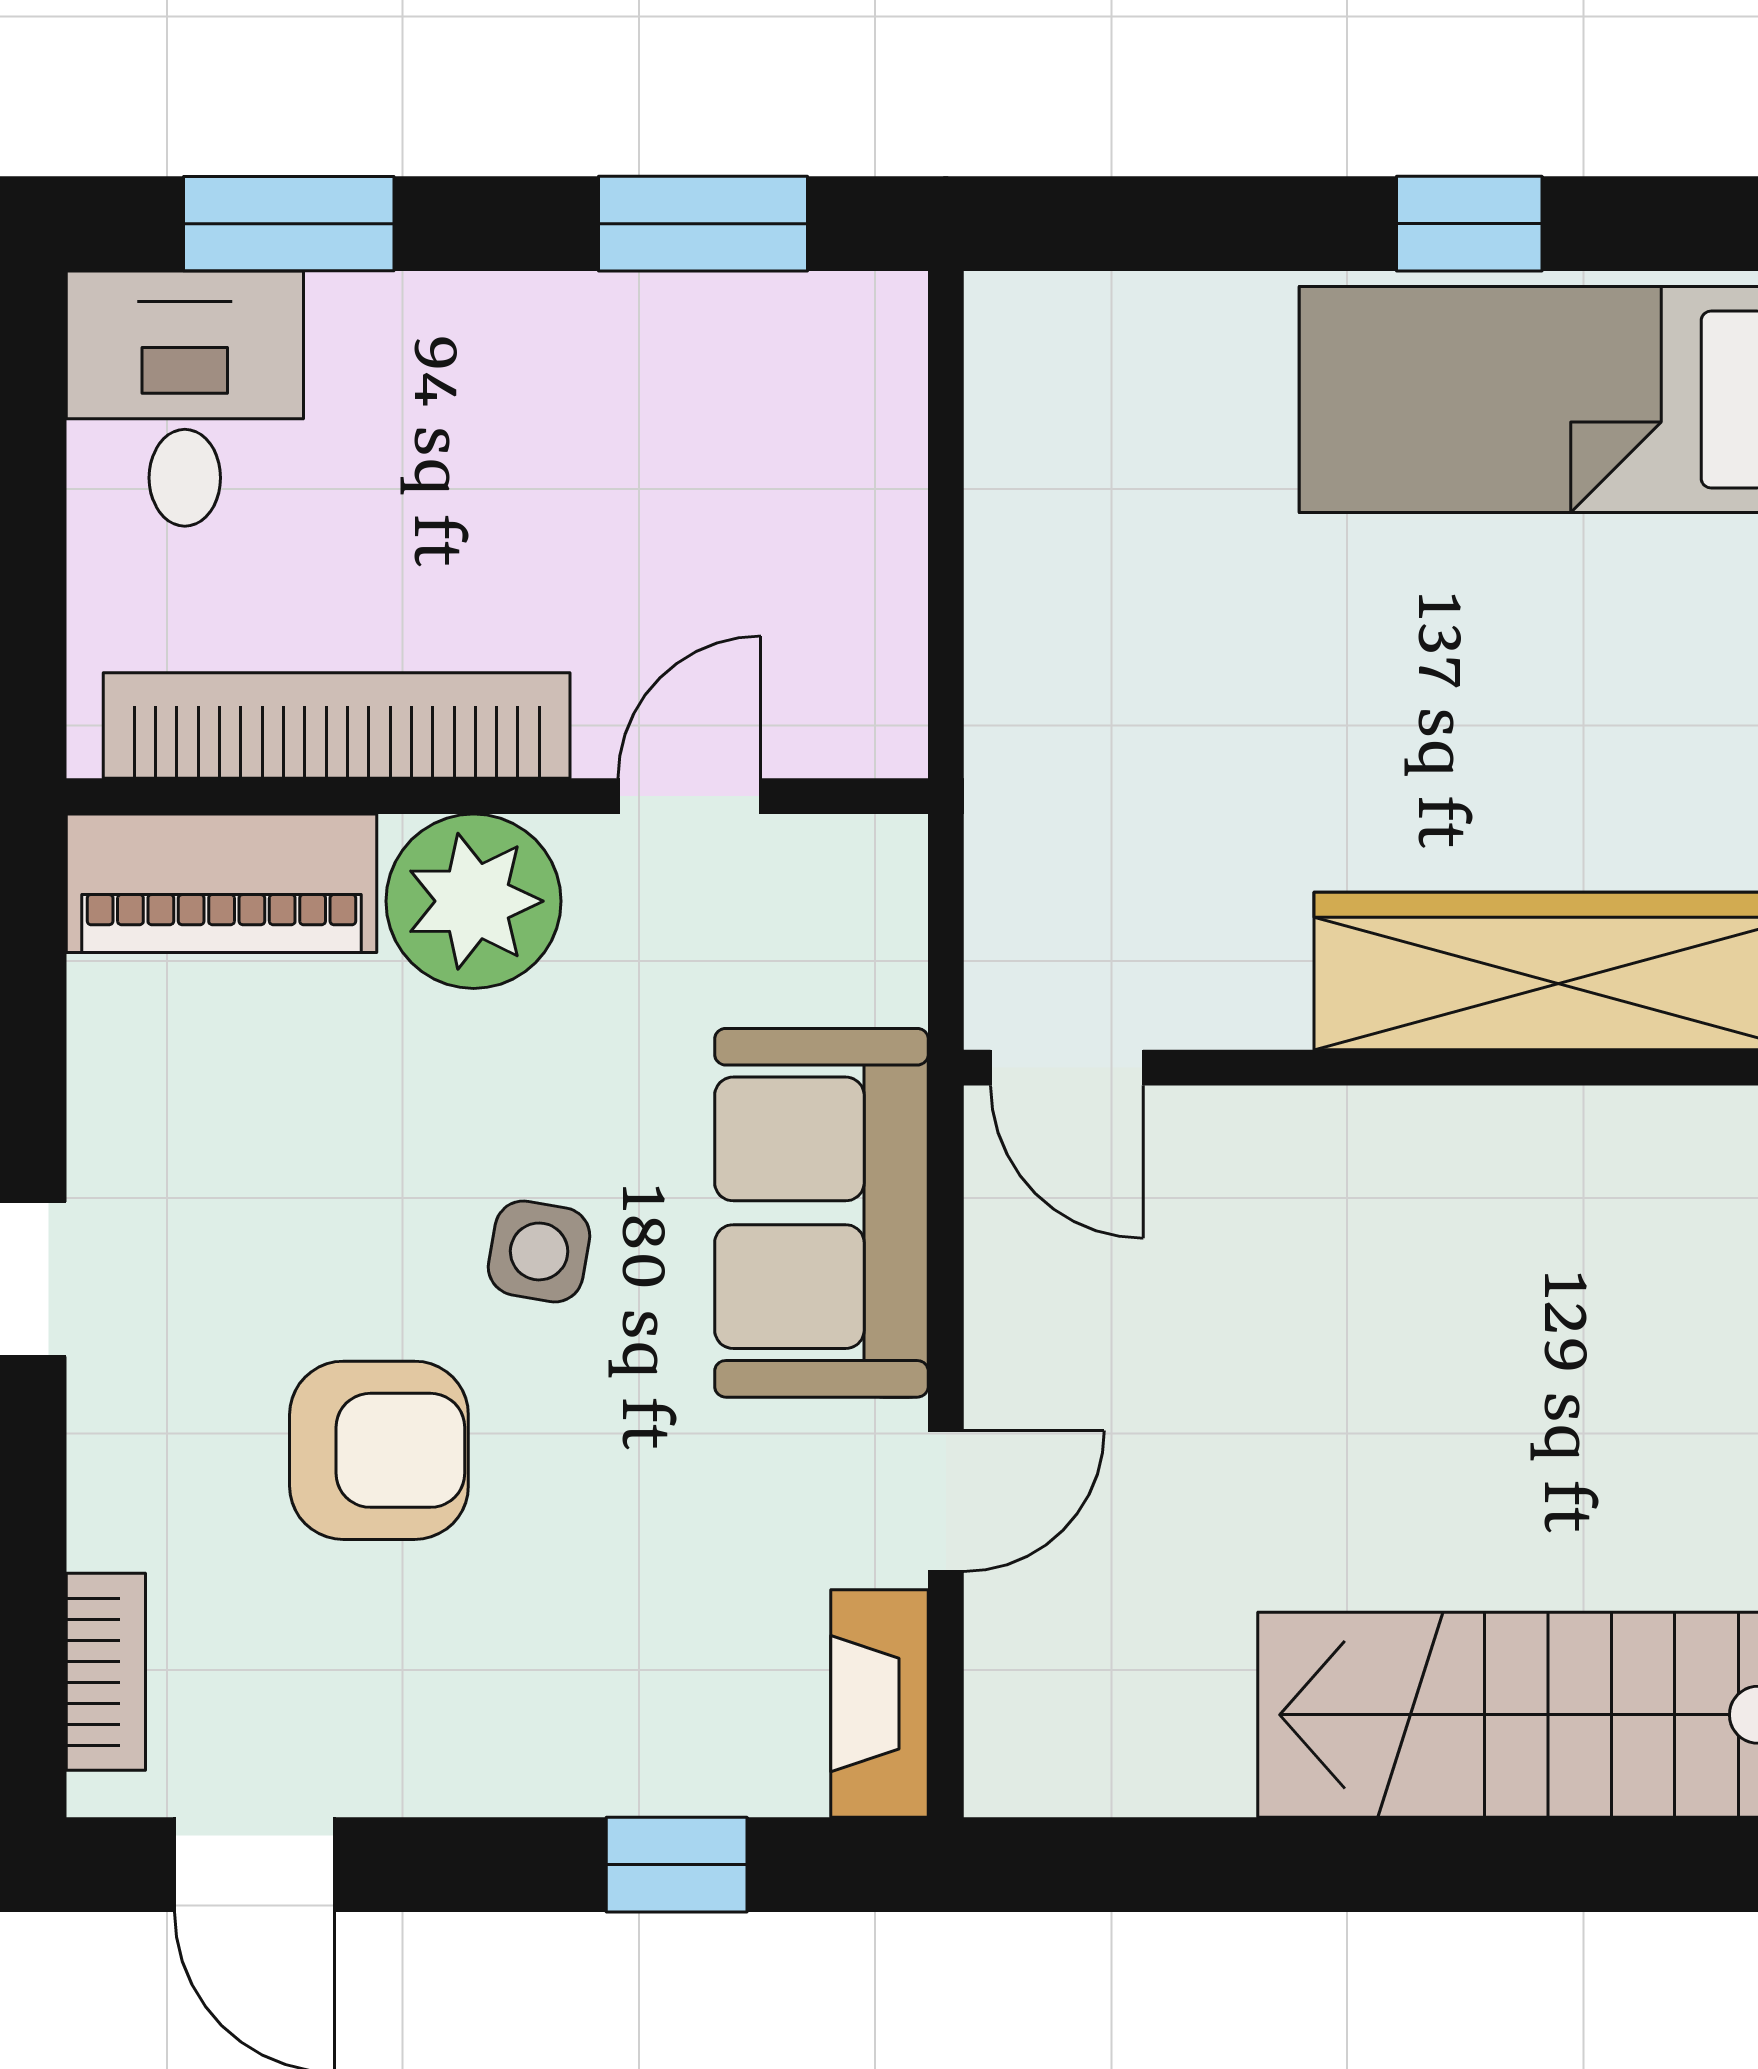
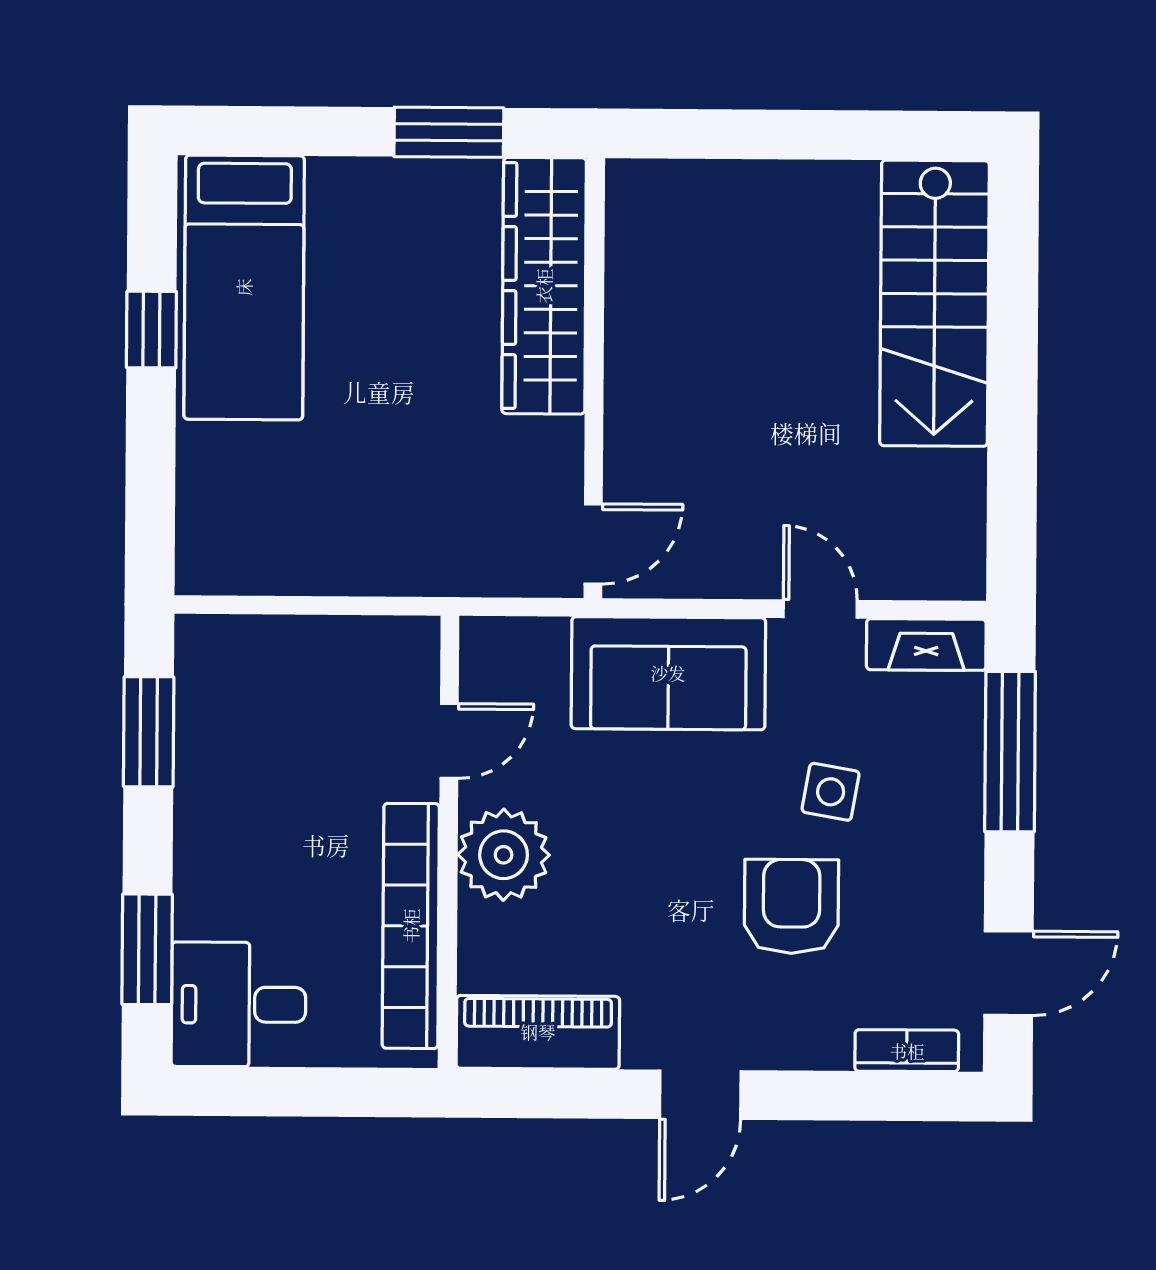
door: (690, 796) -> (449, 741), swing flipped
piano: (222, 883) -> (538, 1032), moved, turned -90
side table: (539, 1251) -> (831, 792), moved
window: (677, 1865) -> (1010, 752), width x2.17

